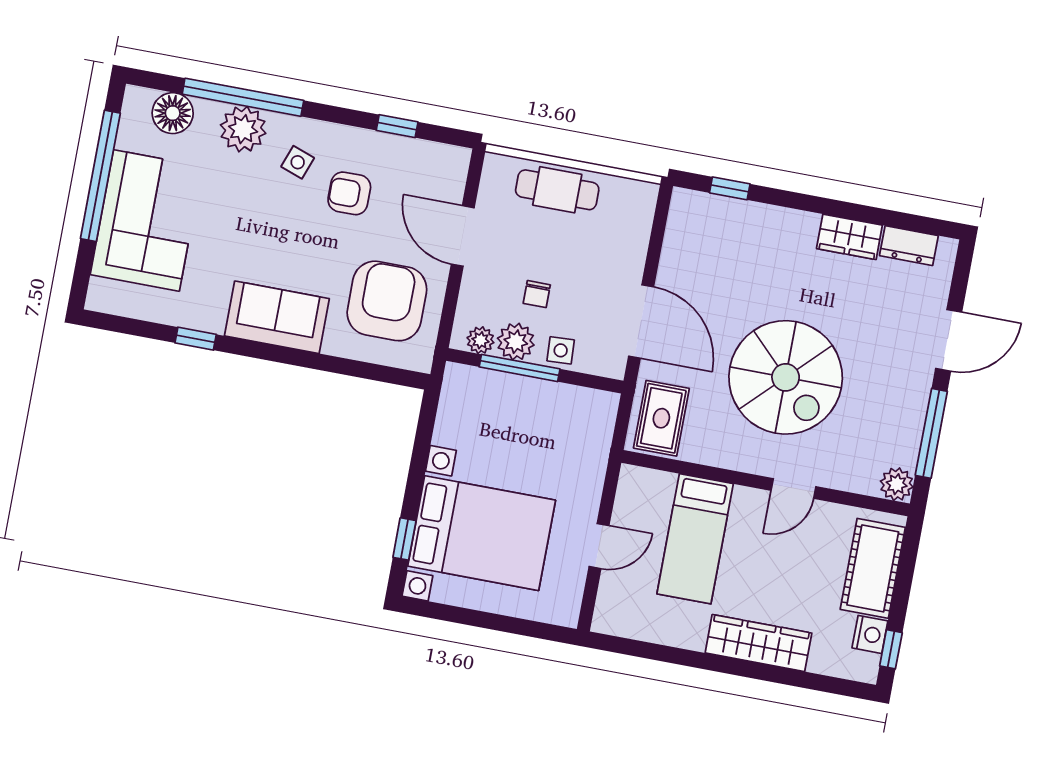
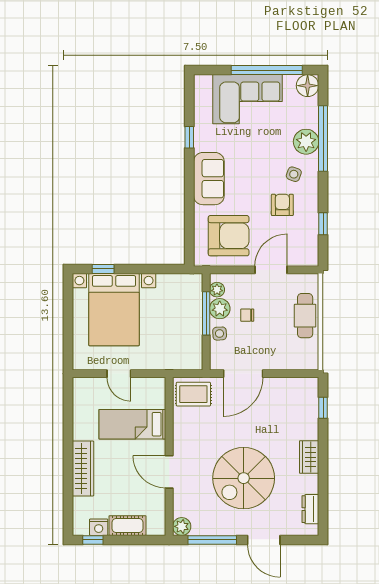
floor lamp: (173, 113) -> (308, 86), moved
wardrobe: (849, 237) -> (309, 457), moved
spiral stairs: (786, 377) -> (244, 478), moved
door: (794, 488) -> (169, 472), width x1.38
cot: (873, 568) -> (127, 526), width x0.73, depth x0.75

